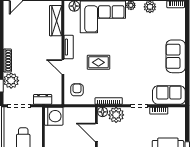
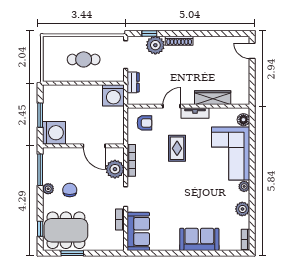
wardrobe: (56, 21) -> (213, 98), moved
sofa: (176, 56) -> (199, 239), moved
floor lamp: (103, 112) -> (118, 153), removed
door: (96, 132) -> (94, 146), swing flipped

